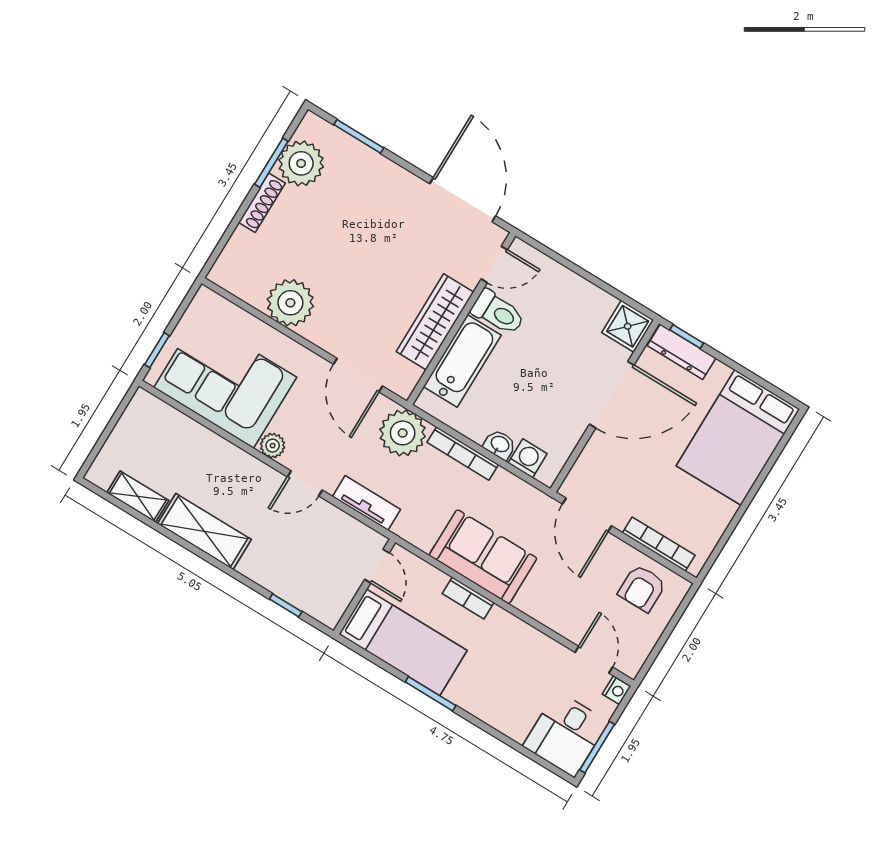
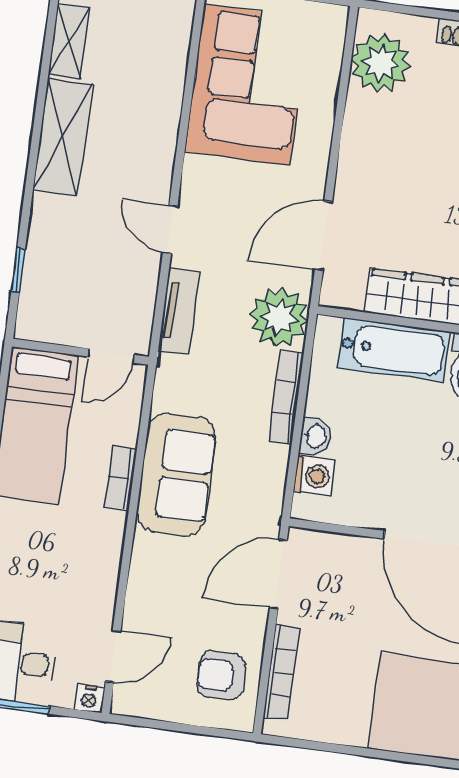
plant: (290, 303) -> (381, 63), moved
plant: (273, 446) -> (198, 172), removed

